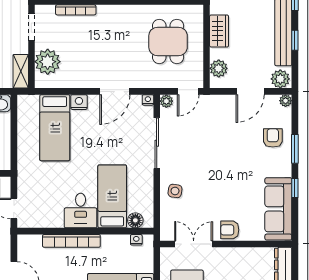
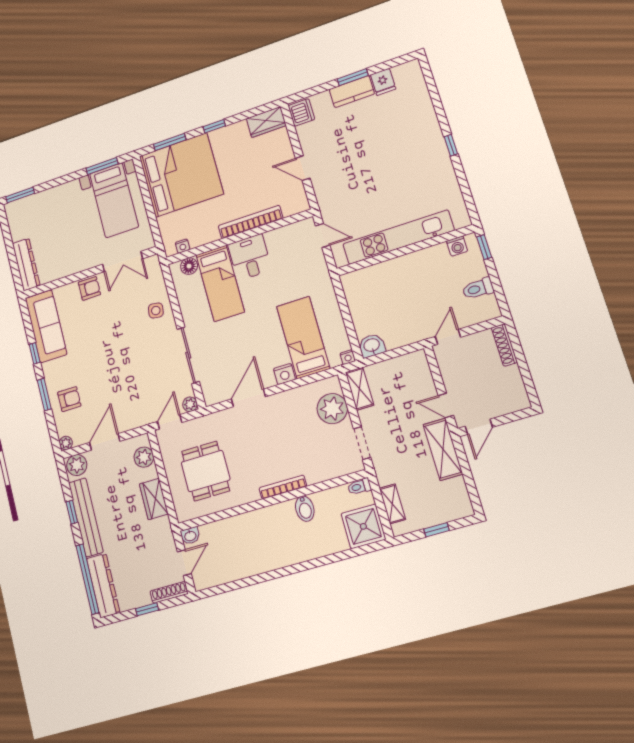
bookcase: (76, 10) -> (283, 487), moved
nightstand: (148, 100) -> (348, 357), moved
armchair: (273, 138) -> (69, 399), turned -90

